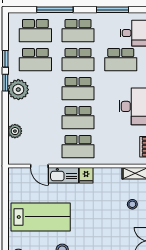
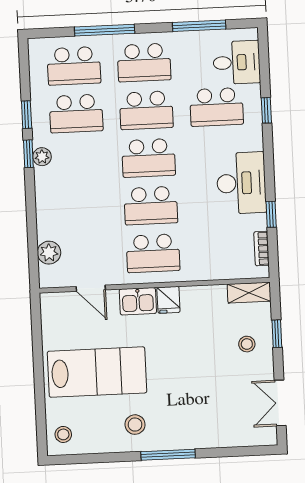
plant: (18, 90) -> (42, 157), width x0.53, depth x0.53
plant: (15, 131) -> (49, 253), moved
kitchen sink: (63, 175) -> (138, 301), width x0.73

